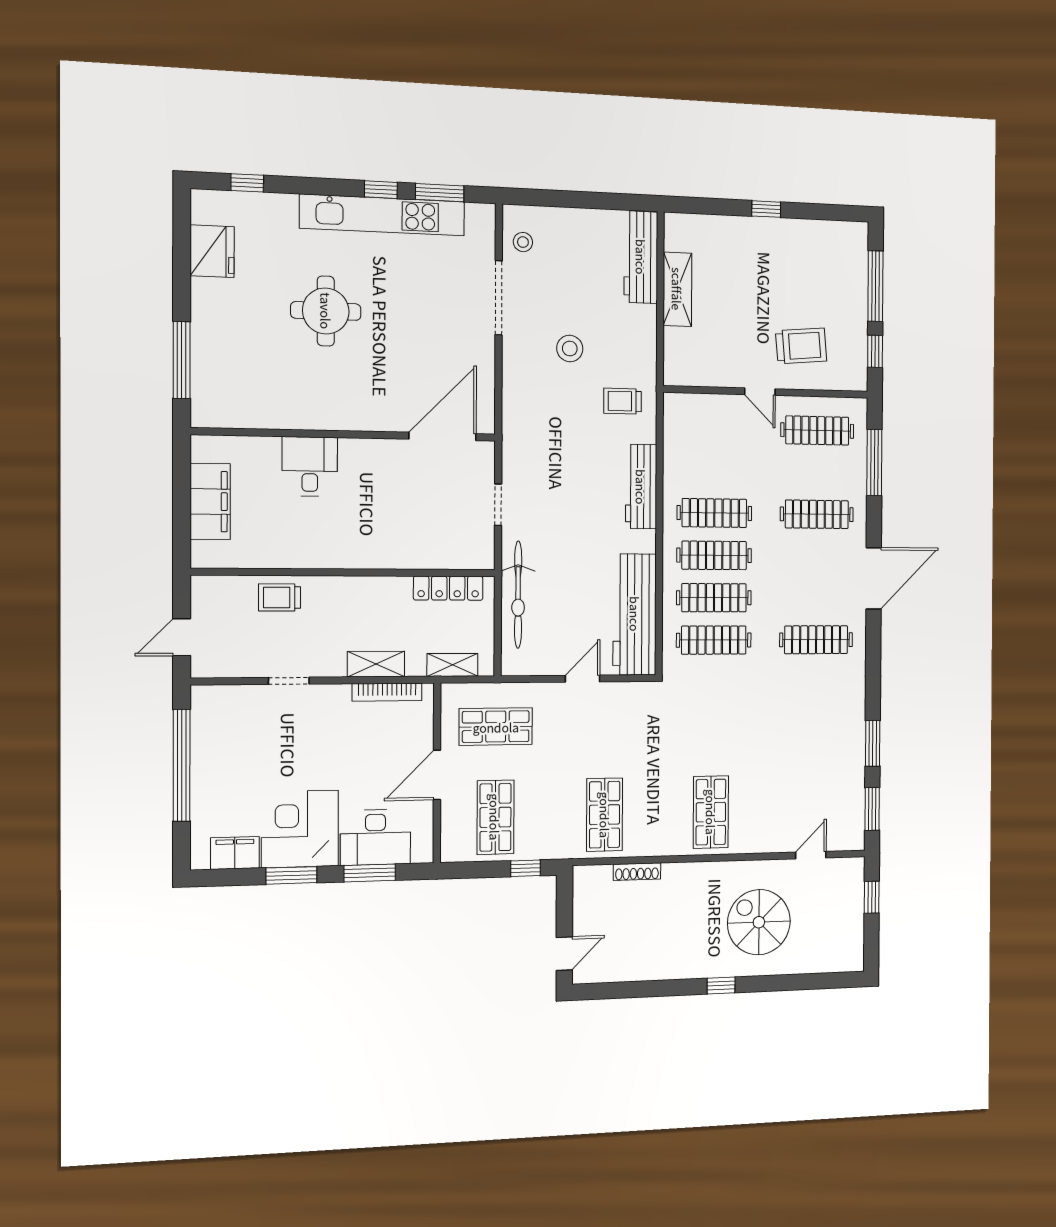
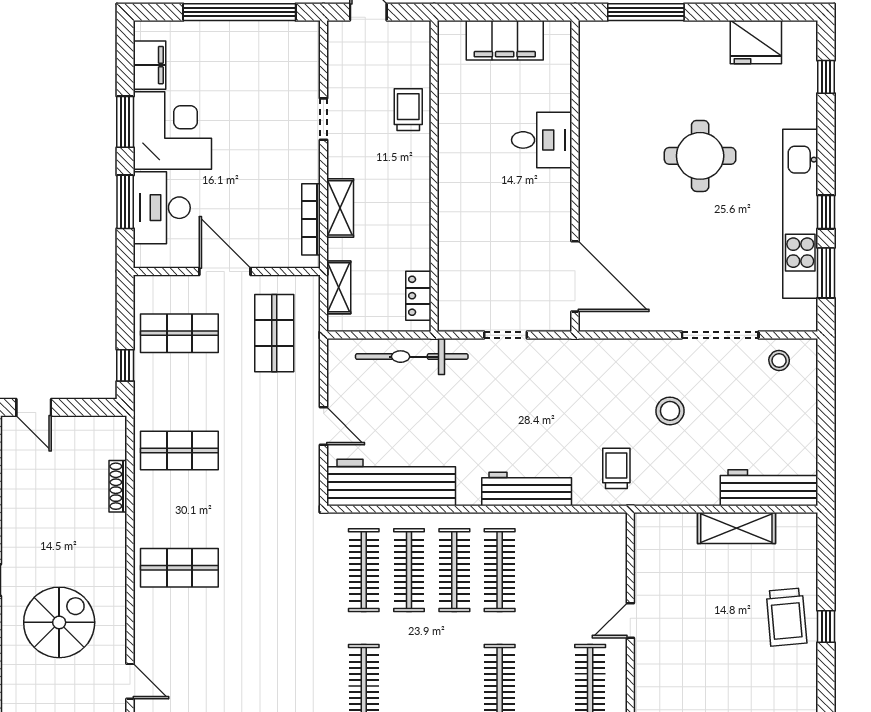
trolley: (801, 346) -> (786, 617), moved
locker: (448, 588) -> (418, 296), width x0.66

